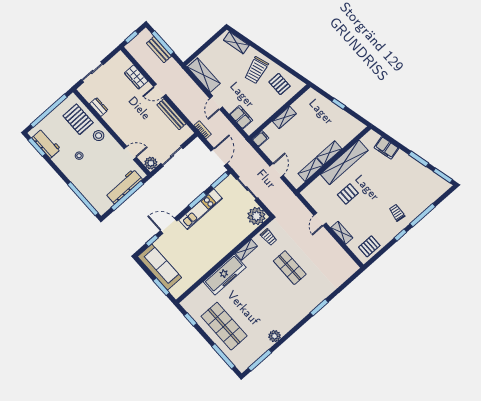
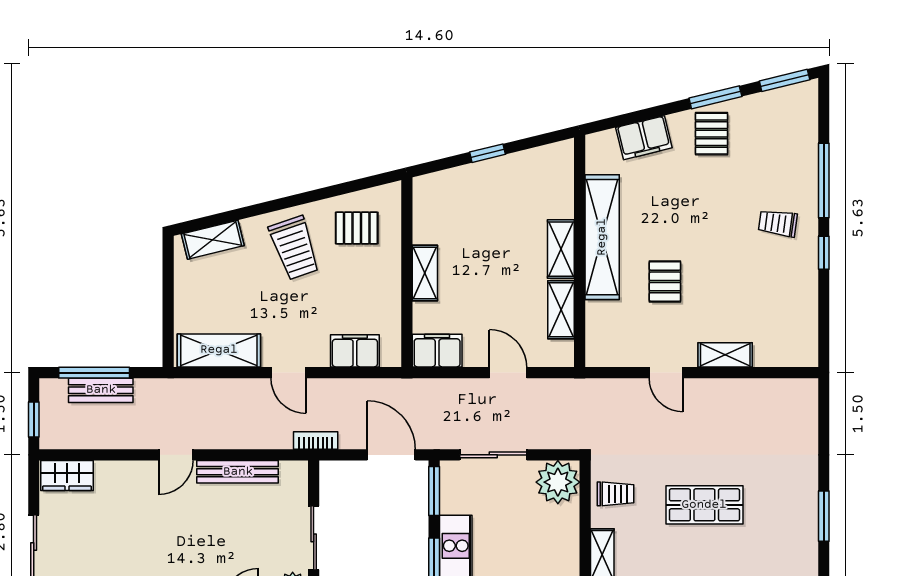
wardrobe: (136, 77) -> (67, 476), moved
filing cabinet: (260, 139) -> (437, 351), width x2.00
pallet: (369, 246) -> (711, 134), moved

